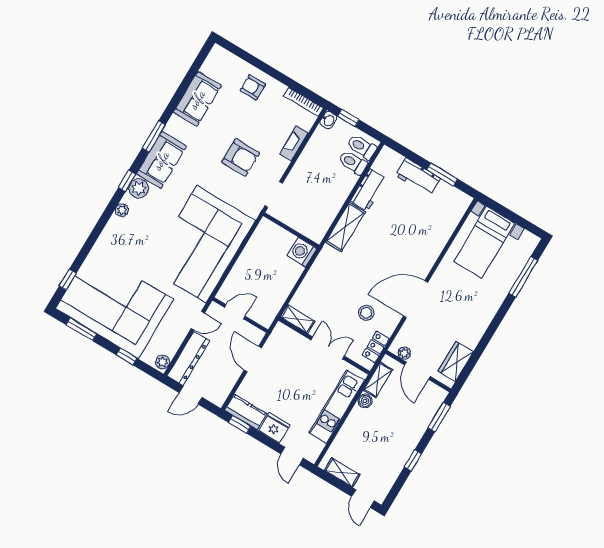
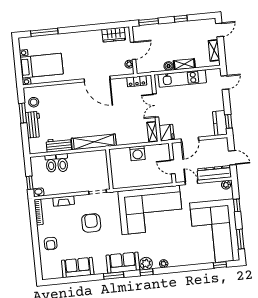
toilet: (362, 147) -> (62, 163), moved
shelving: (345, 227) -> (94, 142), width x1.47
washing machine: (302, 252) -> (137, 153), moved
stool: (366, 313) -> (34, 102), moved
shelving: (378, 380) -> (184, 64), moved
fridge: (274, 428) -> (167, 133), moved, turned 180

